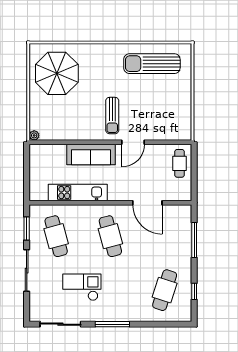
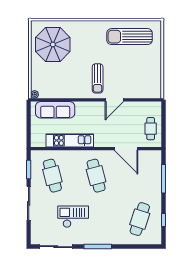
sofa: (91, 154) -> (55, 110), moved
cafe table: (180, 163) -> (151, 129), moved

